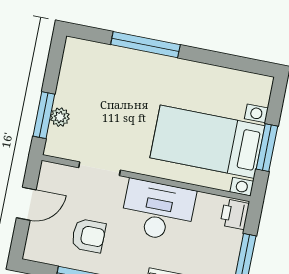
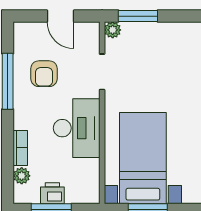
plant: (60, 117) -> (113, 30), moved
printer: (235, 214) -> (52, 193), moved

